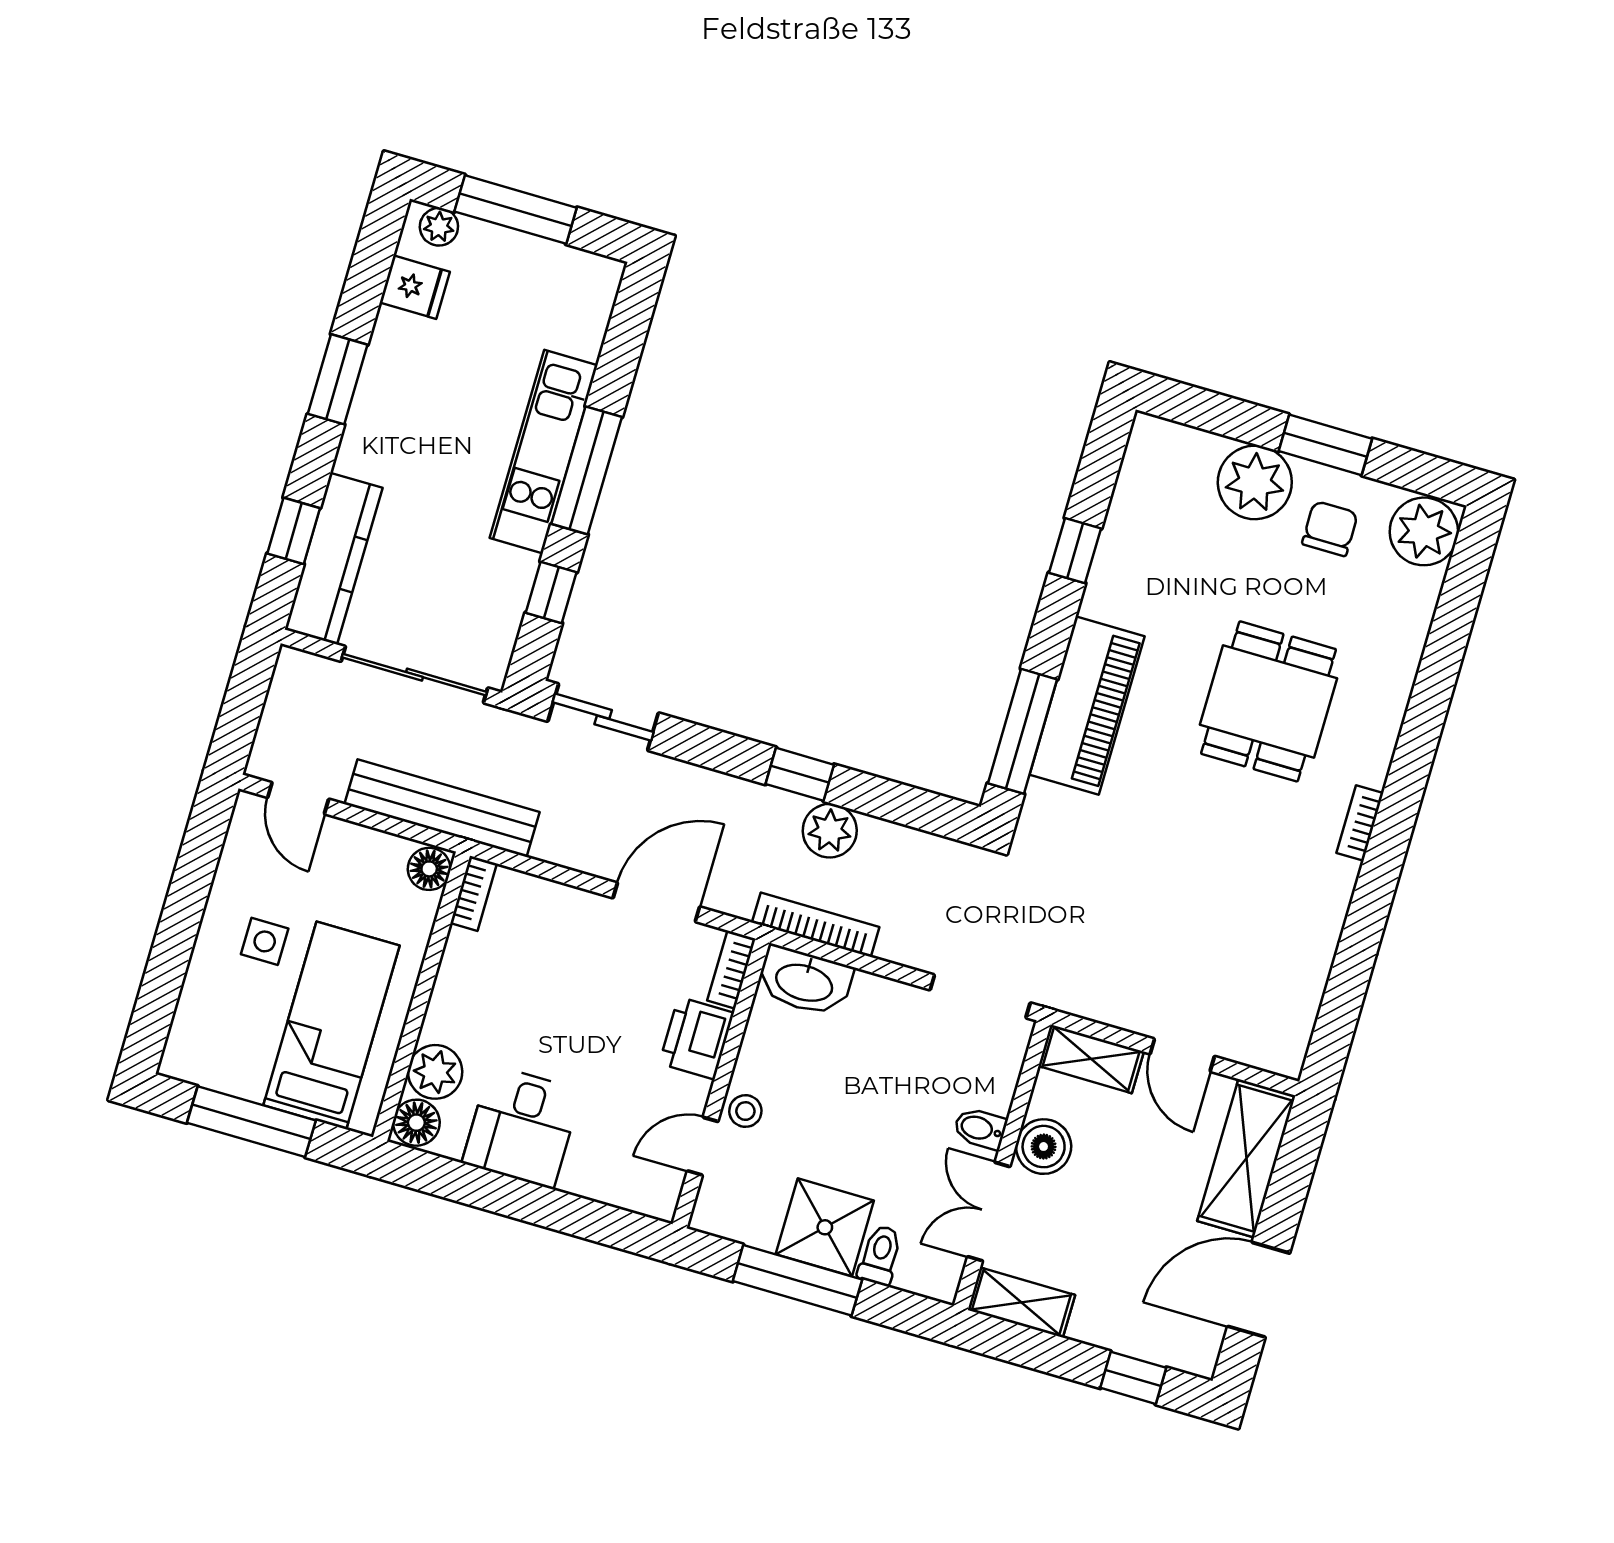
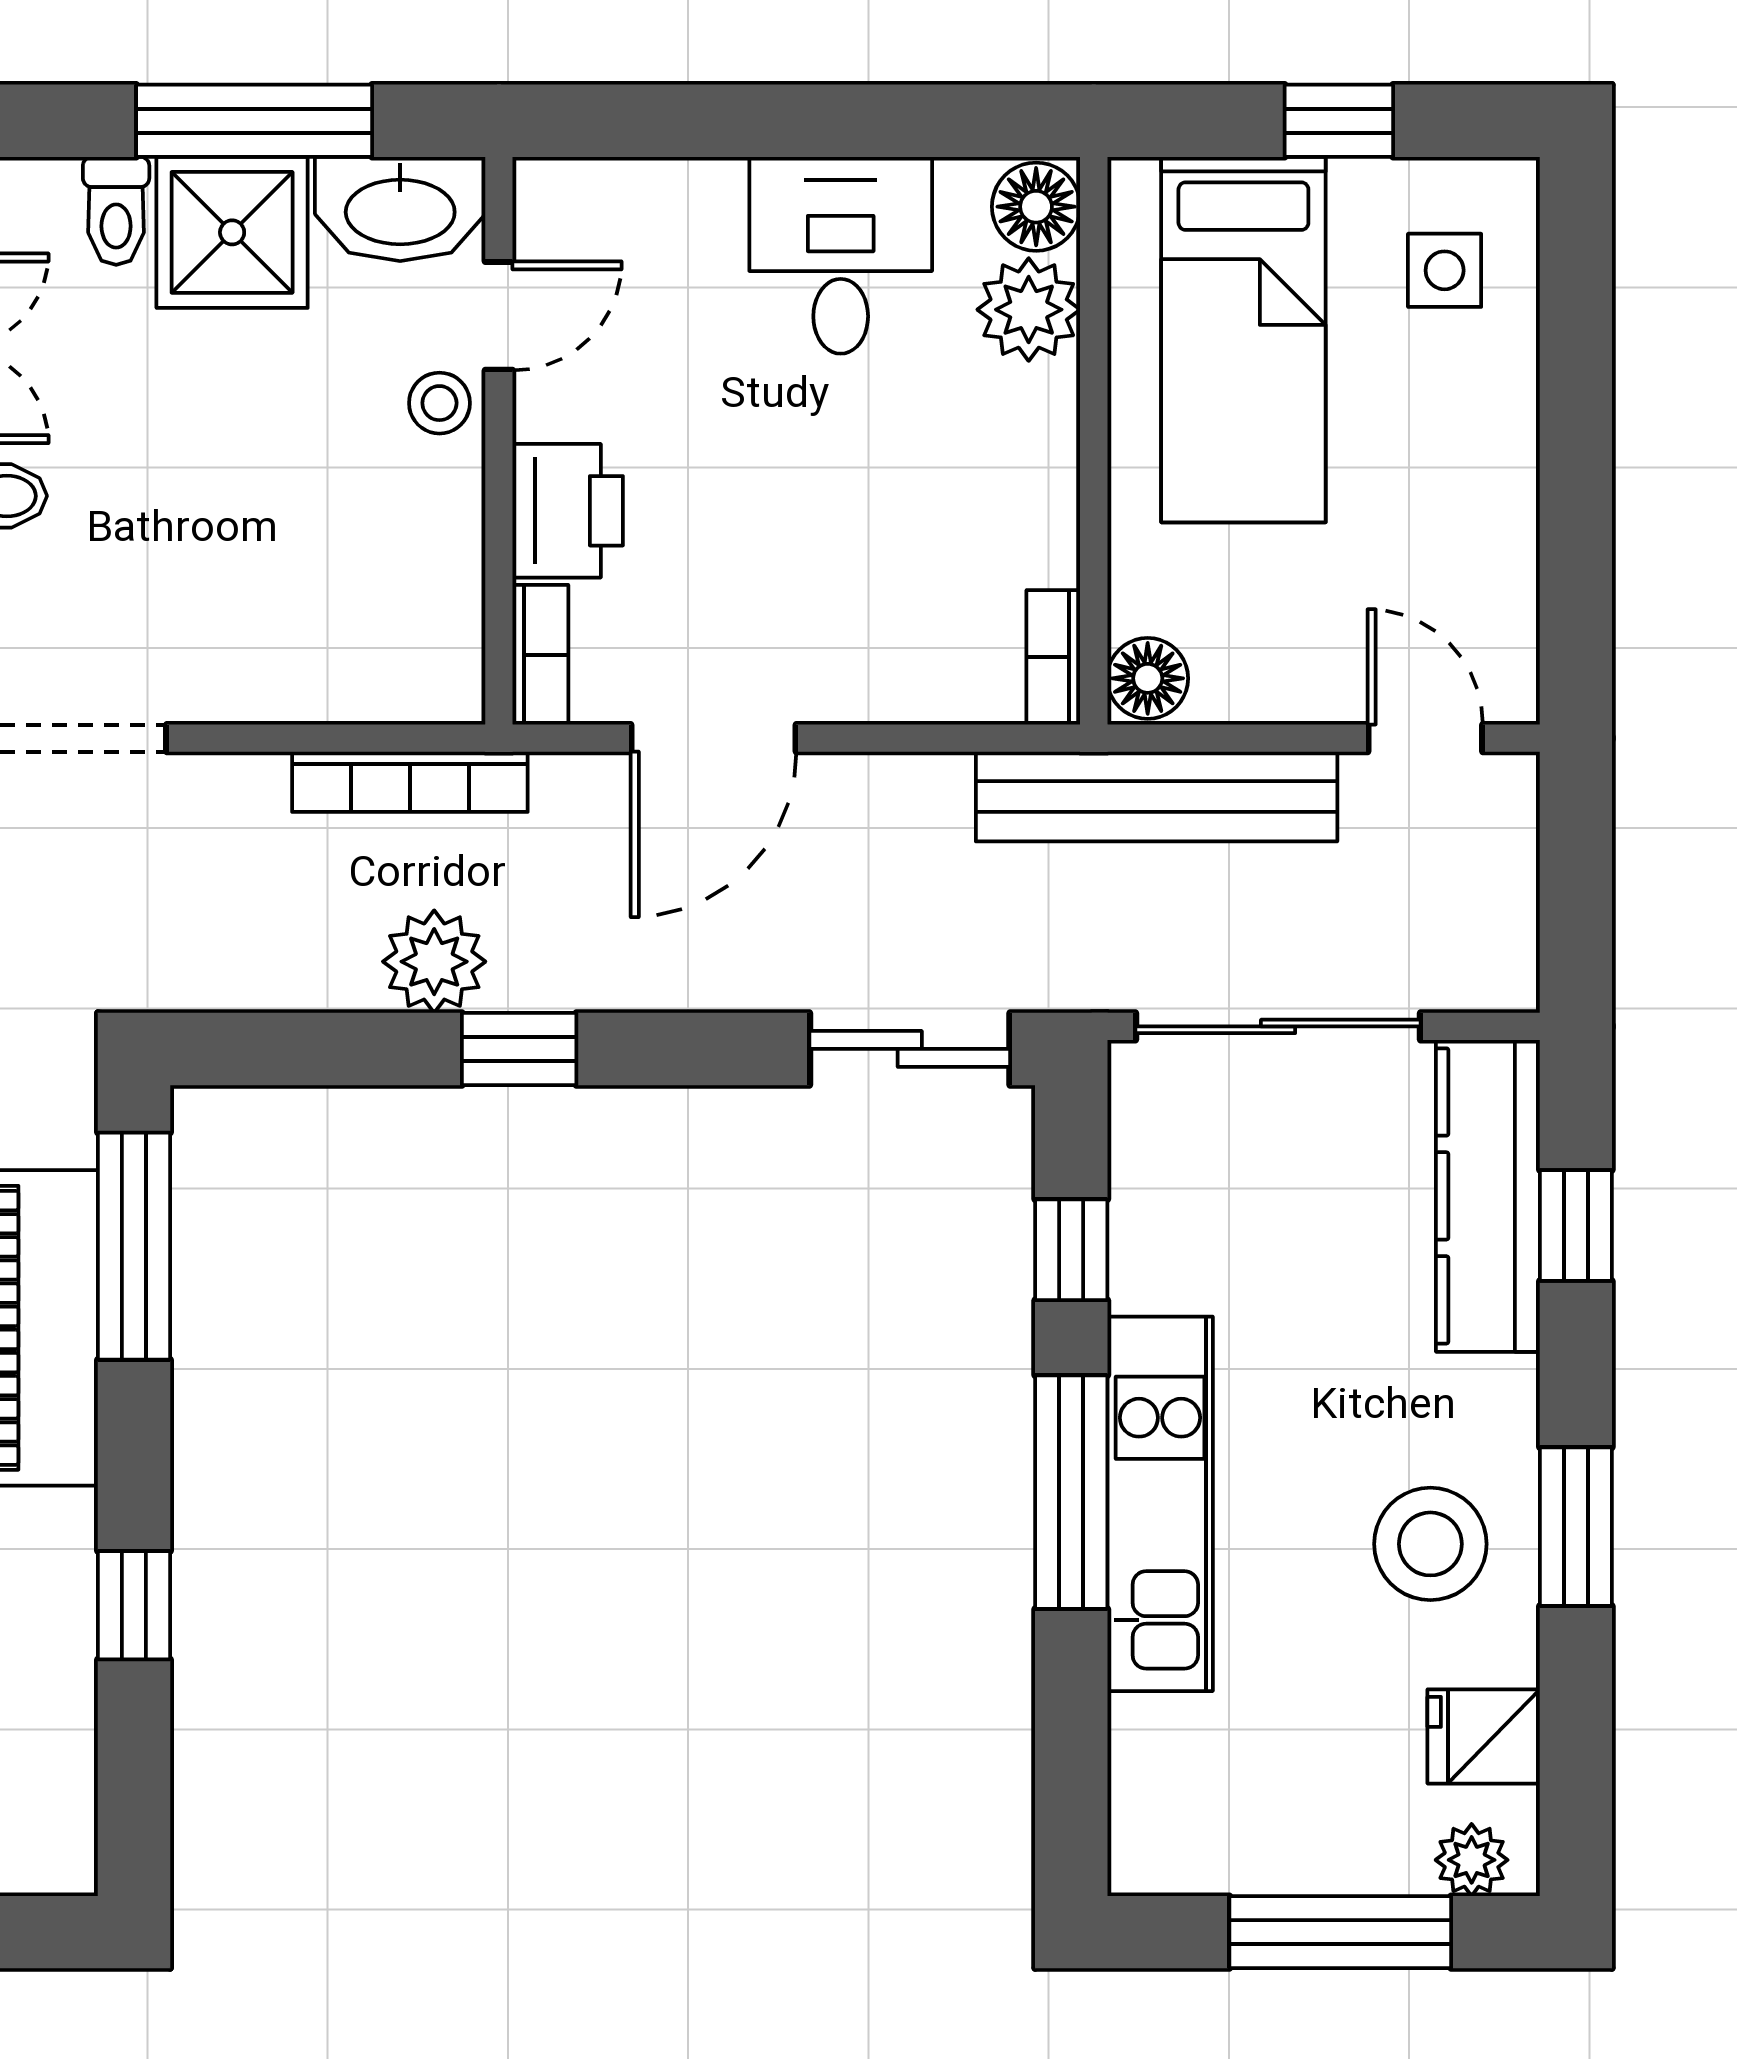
stool: (413, 392) -> (1430, 1544), added
side table: (265, 941) -> (1445, 270), moved
washbasin: (805, 981) -> (400, 209), moved, turned 180
window: (251, 1122) -> (1339, 121), width x0.46

